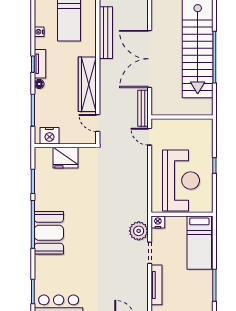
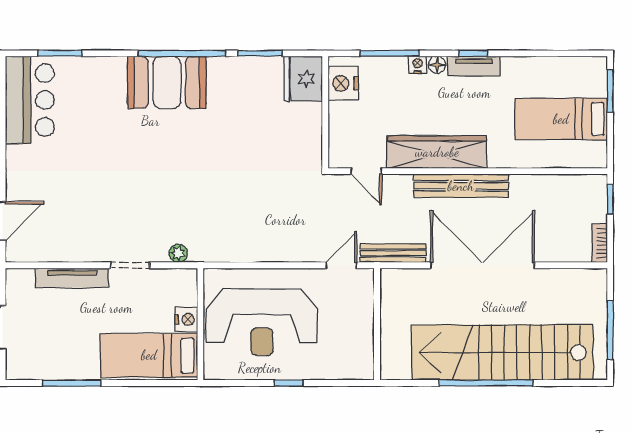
nightstand: (39, 32) -> (418, 65), moved
bench: (106, 33) -> (461, 186), moved
door: (98, 123) -> (366, 171), swing flipped
fridge: (65, 158) -> (303, 79), moved
nightstand: (158, 222) -> (186, 319), moved
plant: (139, 231) -> (178, 253), width x0.53, depth x0.53

